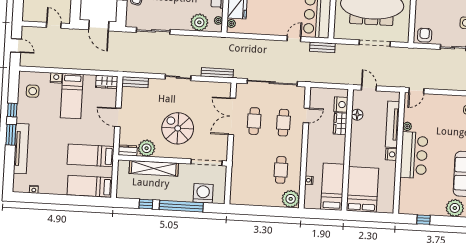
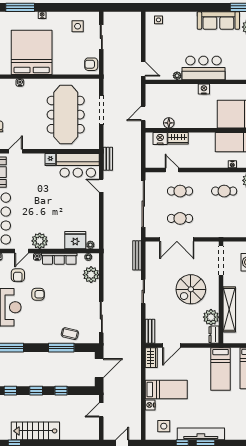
door: (118, 117) -> (172, 345), moved
tv unit: (392, 124) -> (176, 90), removed
tv unit: (21, 149) -> (201, 434), moved

